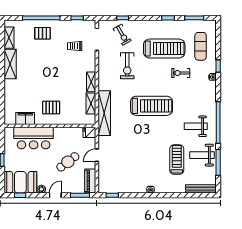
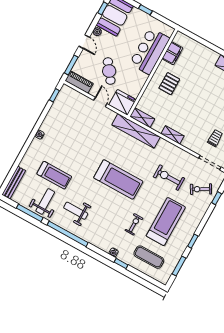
treadmill: (164, 49) -> (166, 222), turned 180
shelving: (91, 103) -> (142, 118), moved
treadmill: (151, 106) -> (118, 179), turned -90
weight bench: (196, 126) -> (76, 211), turned -90
fridge: (89, 132) -> (122, 102), width x1.88, depth x1.34

